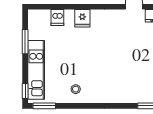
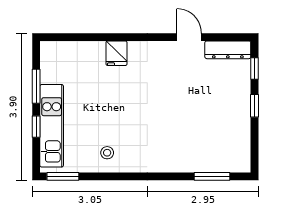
dishwasher: (57, 17) -> (82, 52), removed
window: (25, 91) -> (36, 127), moved

